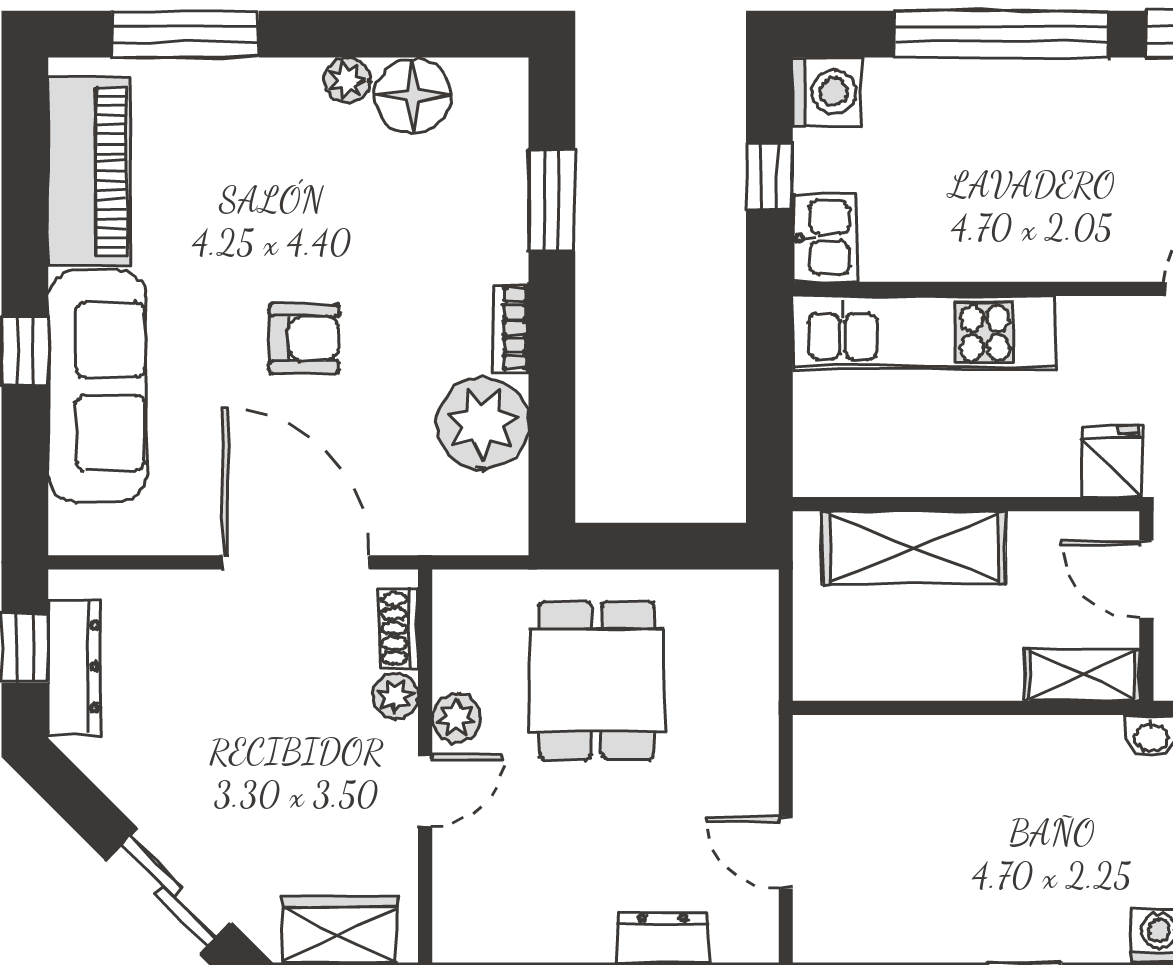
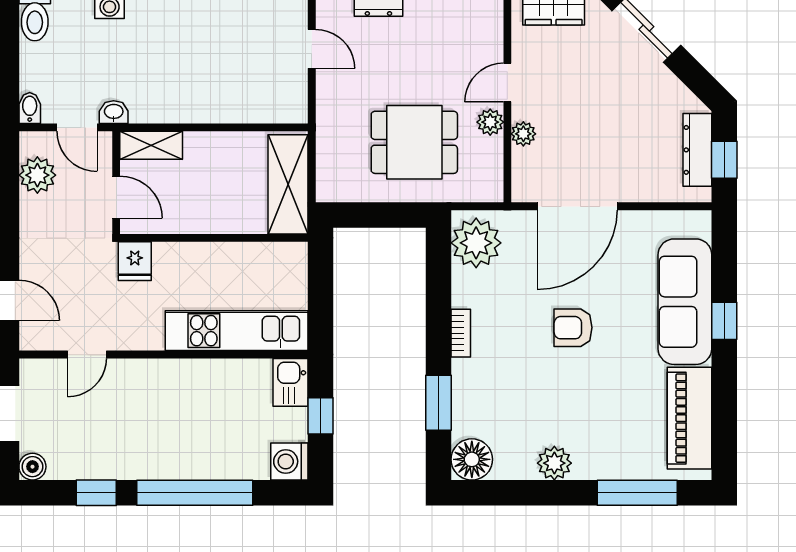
plant: (347, 80) -> (554, 463), width x1.38, depth x1.38
floor lamp: (412, 95) -> (472, 459), moved
plant: (483, 423) -> (476, 243), moved
shelving: (914, 548) -> (288, 184), moved, turned 90
door: (296, 562) -> (577, 206), hinge flipped
shoe rack: (399, 629) -> (522, 170), removed
dining table: (597, 680) -> (414, 142), turned 90

